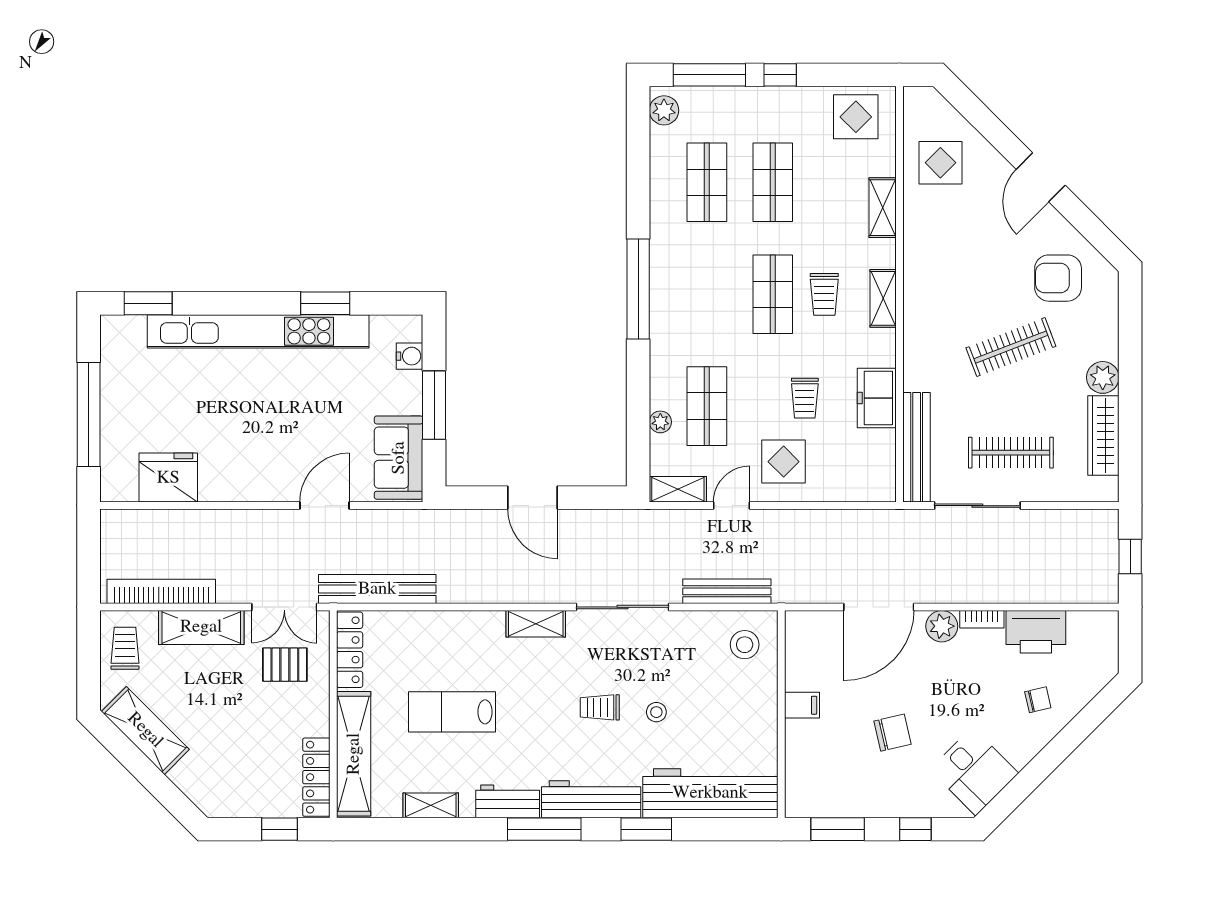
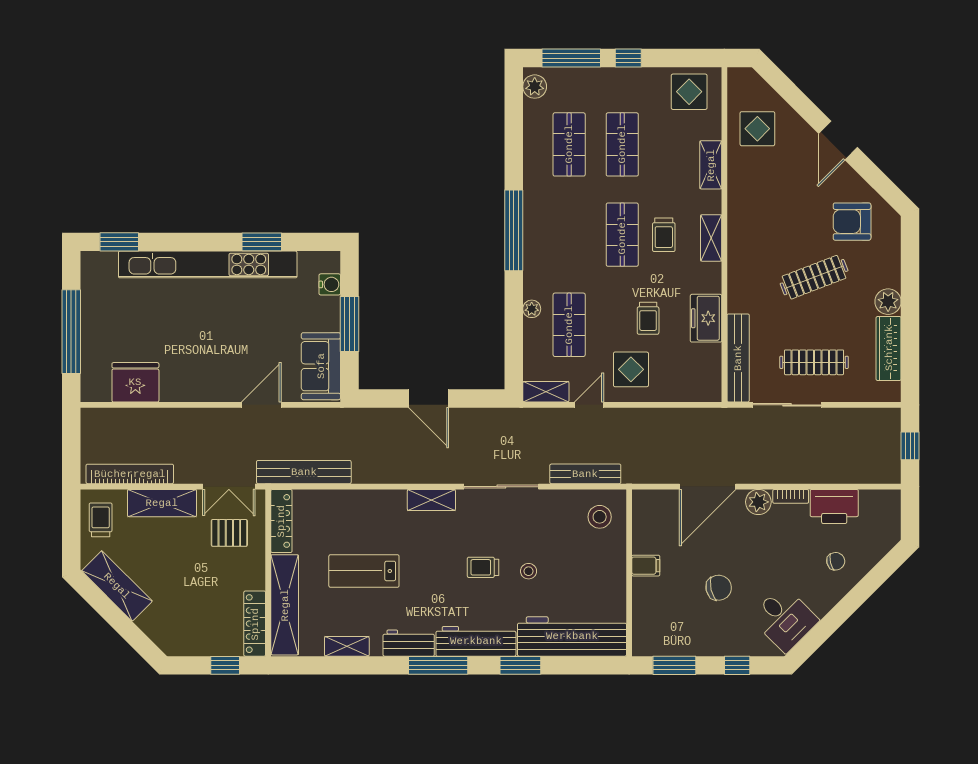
plant: (660, 422) -> (532, 309), moved

